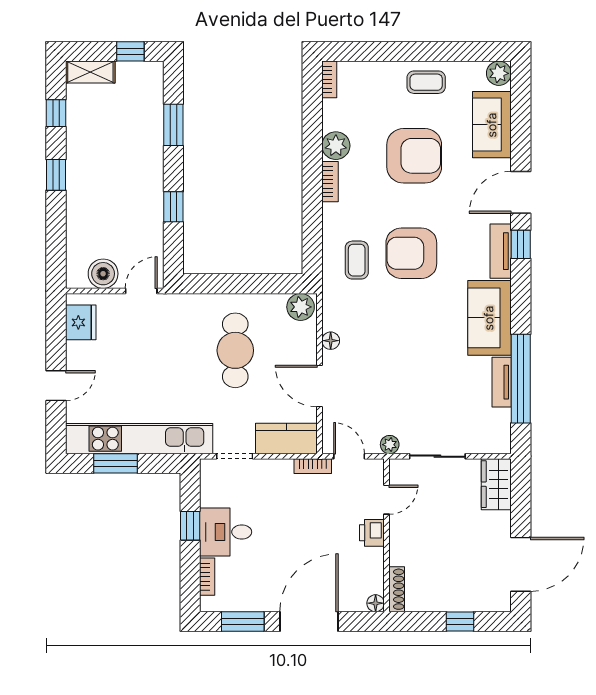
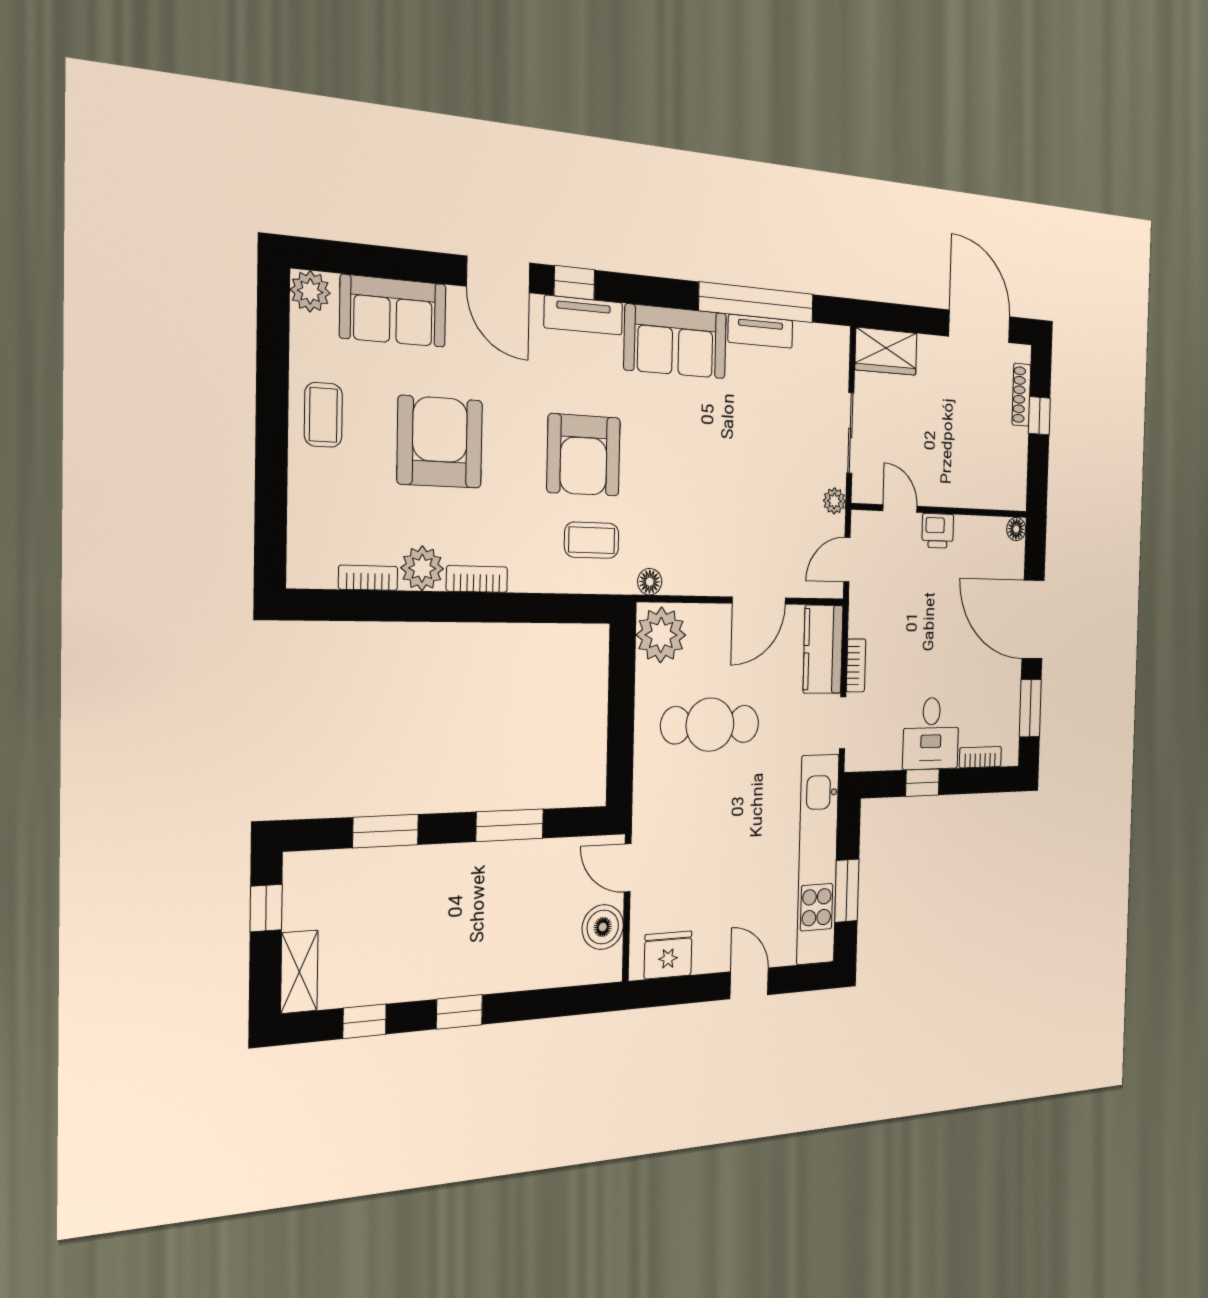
bookcase: (329, 79) -> (368, 578), moved
window: (173, 207) -> (510, 825), width x1.50
plant: (301, 307) -> (661, 635), width x1.36, depth x1.36
floor lamp: (331, 341) -> (650, 582), moved
bookcase: (313, 466) -> (856, 665), moved
shoe rack: (397, 589) -> (1021, 395), moved, turned -90

